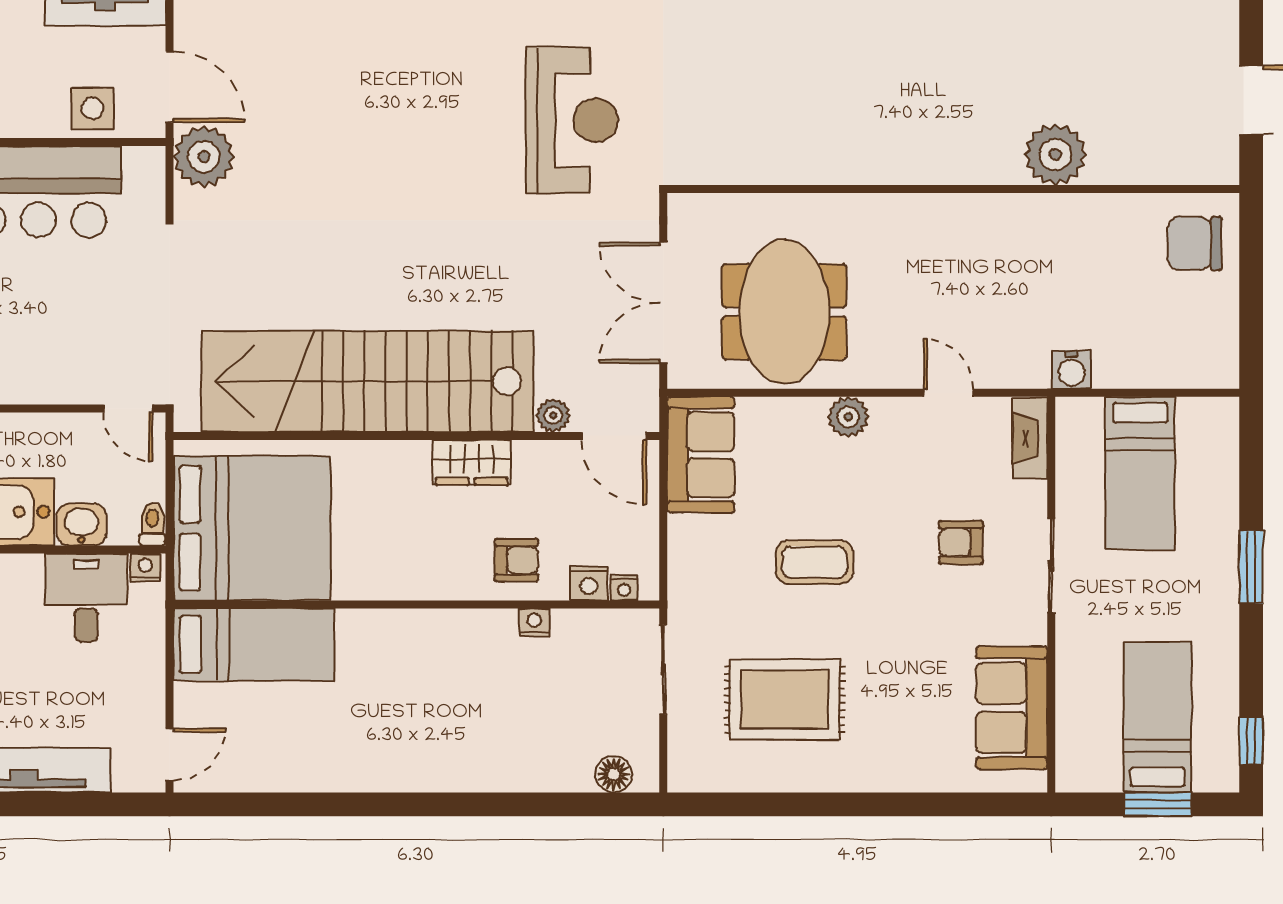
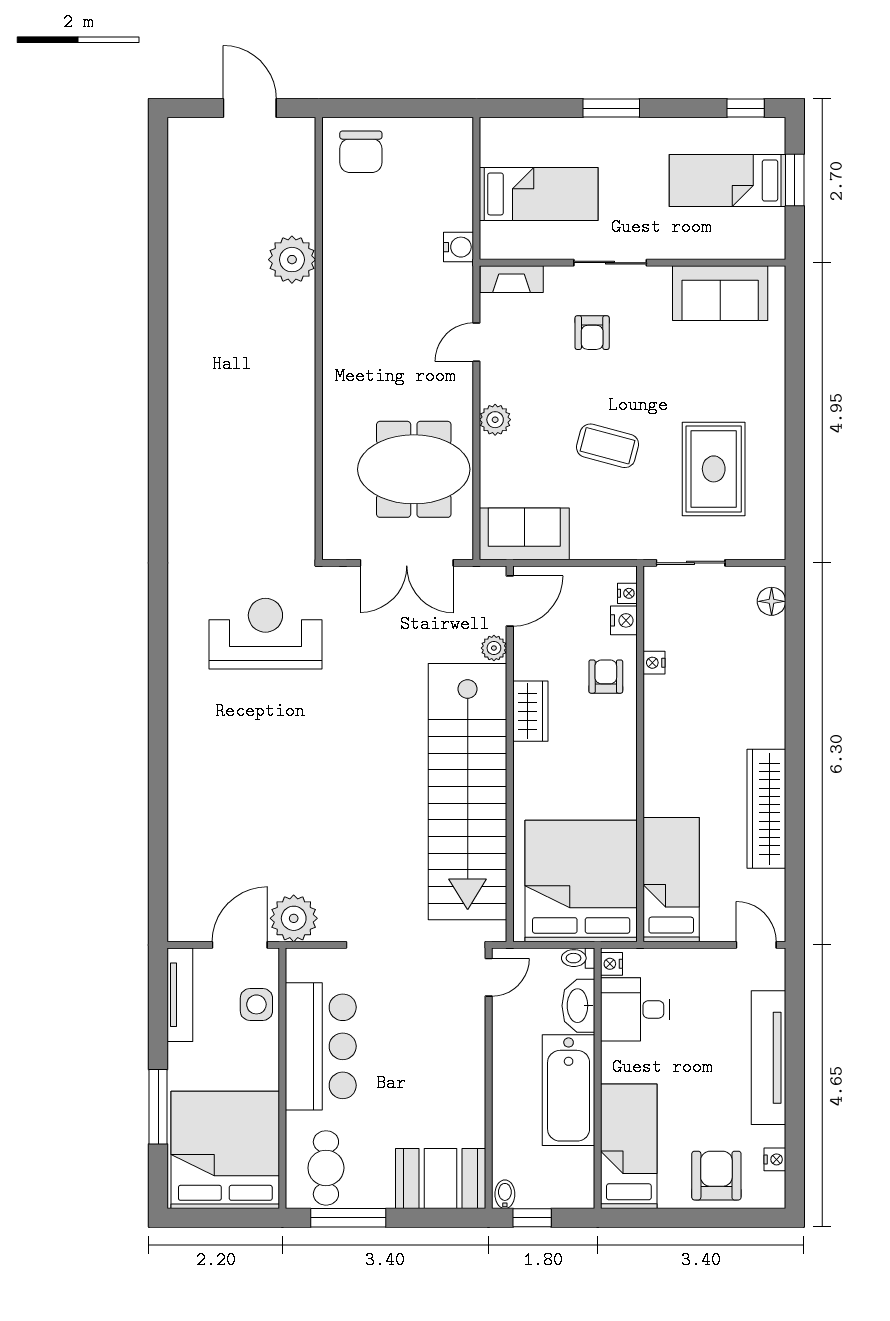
washbasin: (81, 525) -> (578, 1006), width x1.38
coffee table: (815, 562) -> (608, 446), turned -75
wardrobe: (345, 768) -> (766, 809), added

